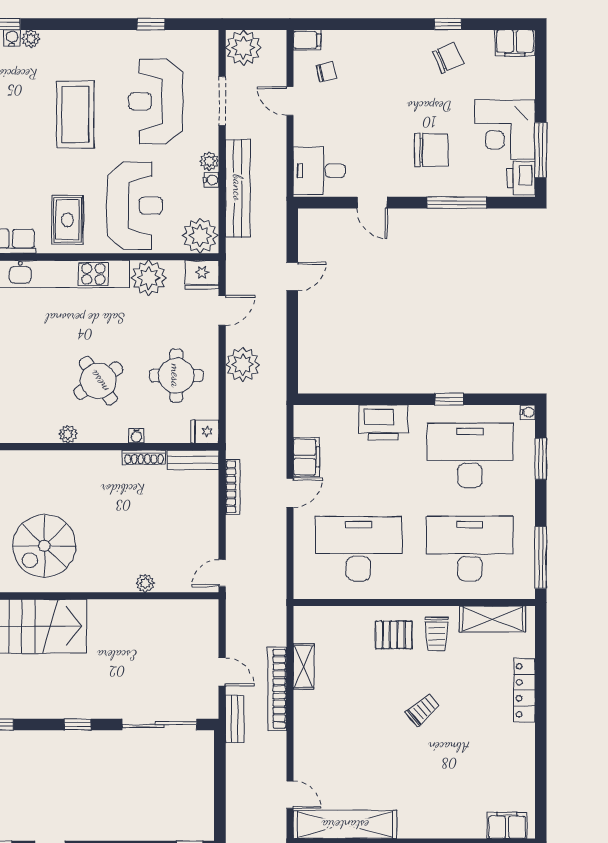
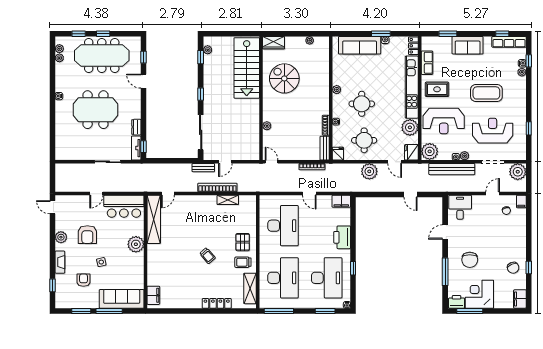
round table: (98, 381) -> (362, 104), turned 34
filing cabinet: (306, 457) -> (341, 201), moved

